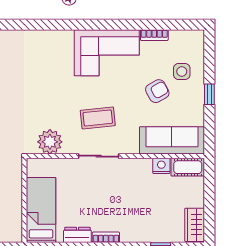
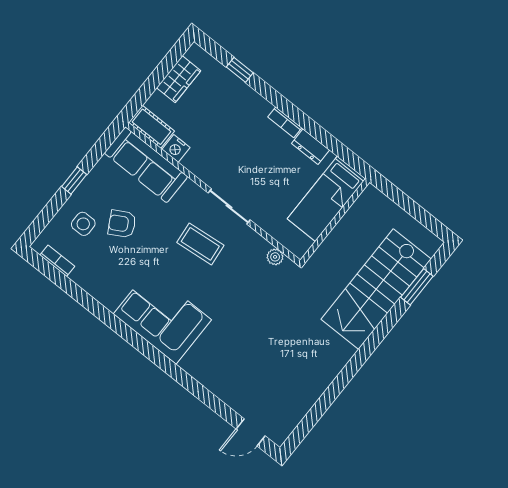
bookcase: (154, 35) -> (57, 261), moved
corner sofa: (107, 53) -> (162, 317), moved
plant: (50, 142) -> (275, 257), width x0.53, depth x0.53
wardrobe: (195, 225) -> (179, 79), moved

